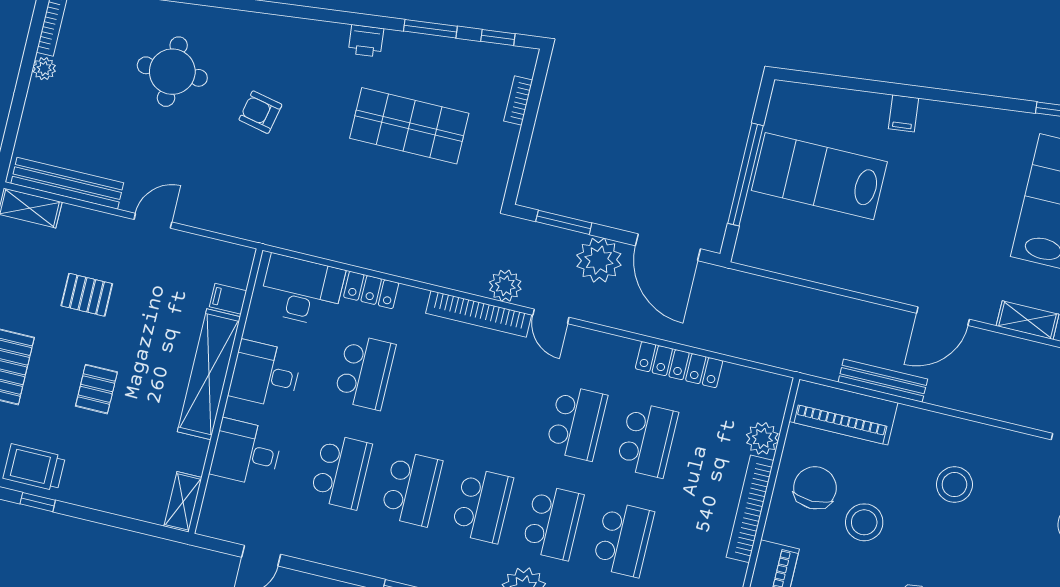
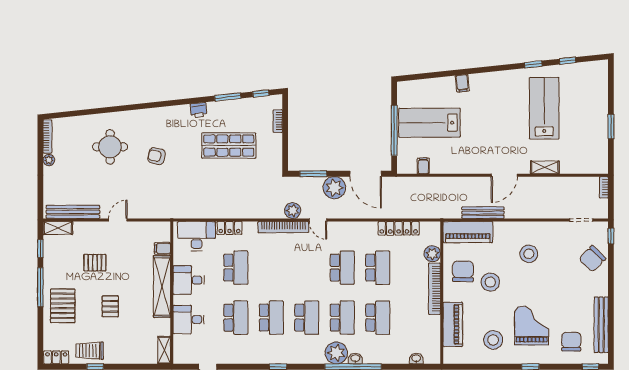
filing cabinet: (786, 259) -> (423, 166), added
locker: (679, 365) -> (399, 228), moved

